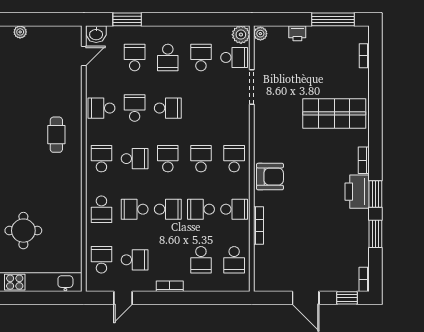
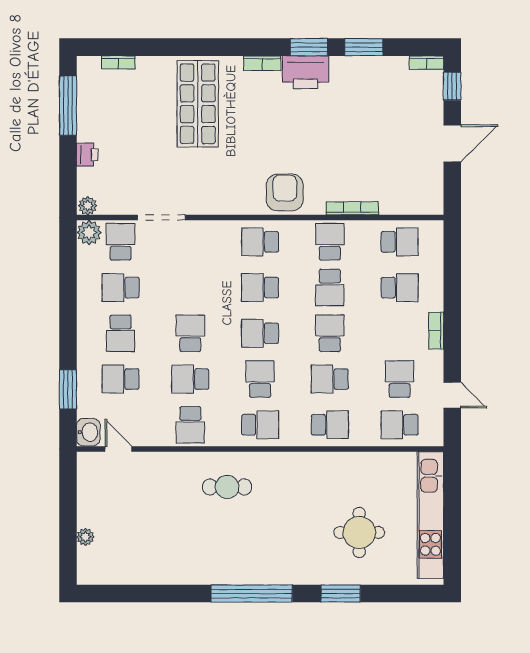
school desk: (168, 57) -> (121, 333), turned 90
school desk: (101, 159) -> (260, 425), turned 180
school desk: (135, 209) -> (330, 379), turned 90

